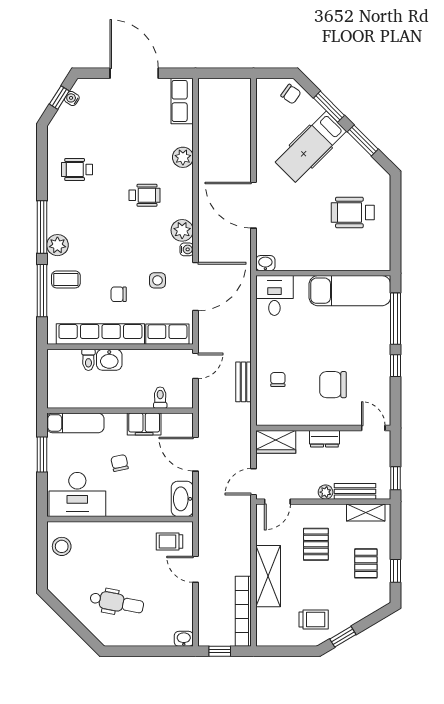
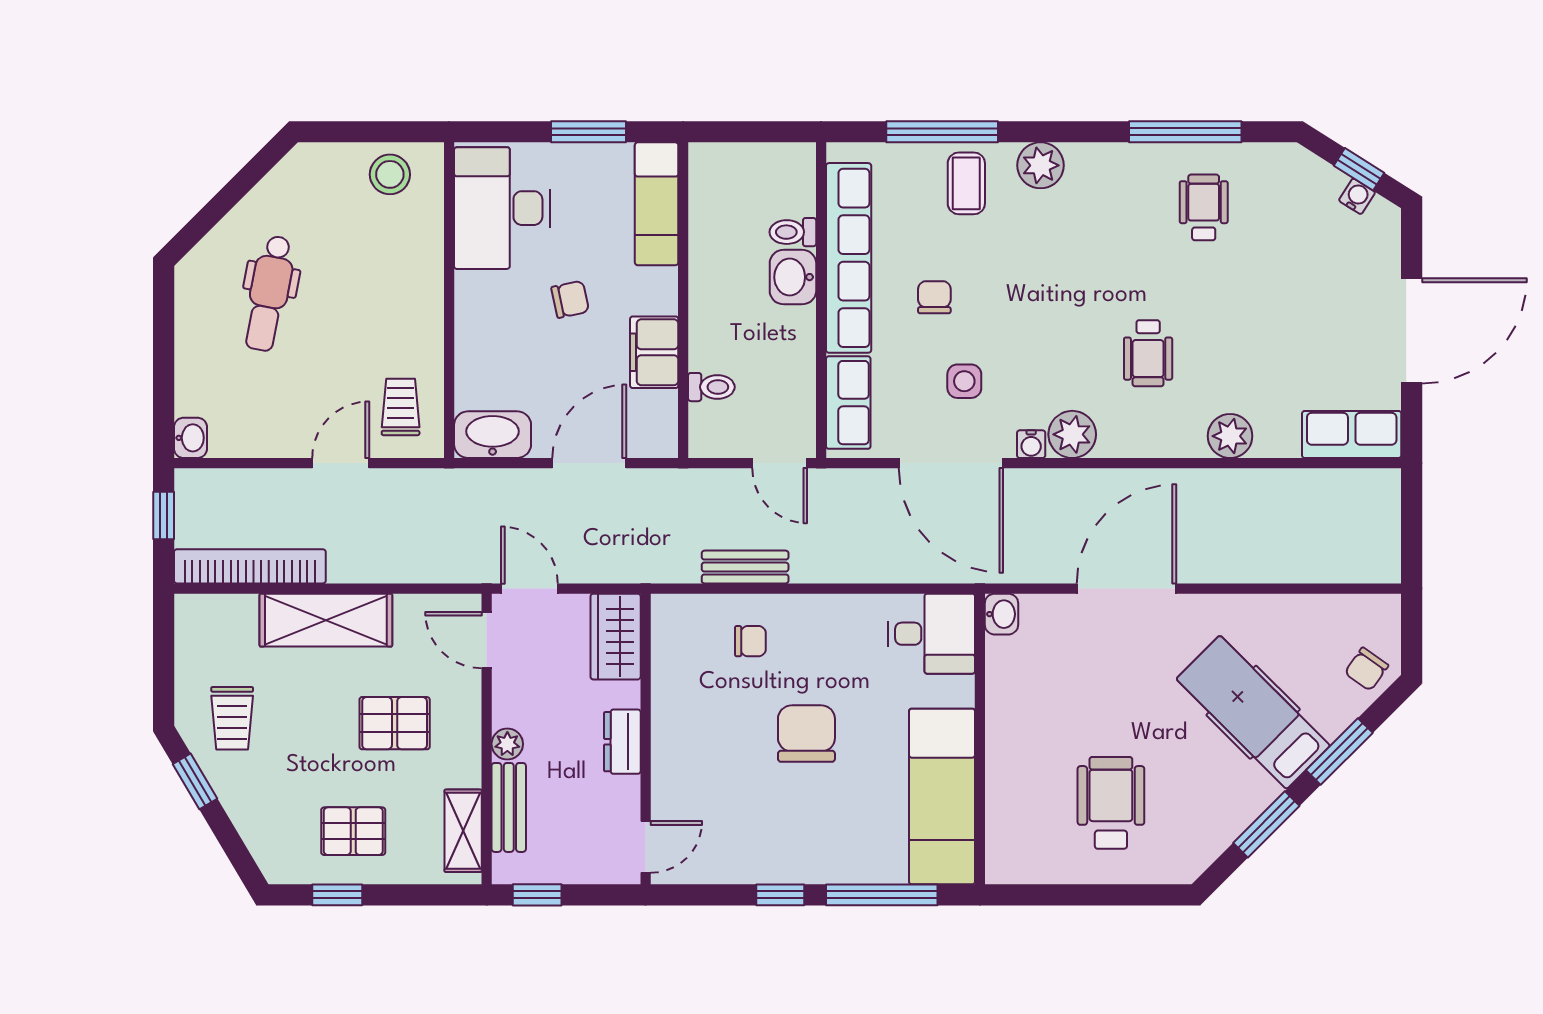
window: (42, 227) -> (1185, 132), moved
chair: (333, 385) -> (806, 734), moved

